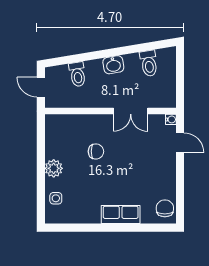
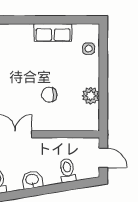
plant: (54, 168) -> (91, 96), moved
row of seats: (121, 215) -> (53, 33), moved

